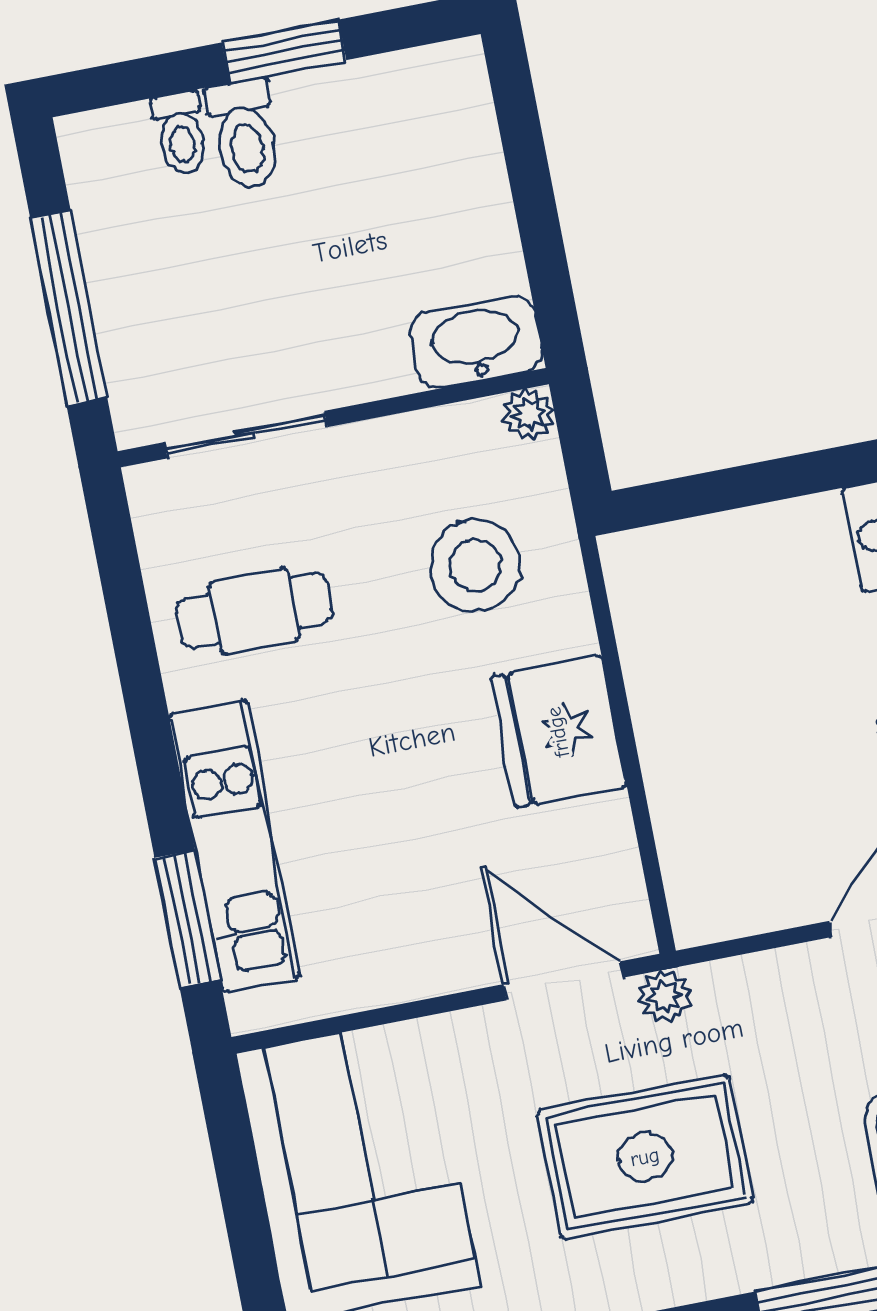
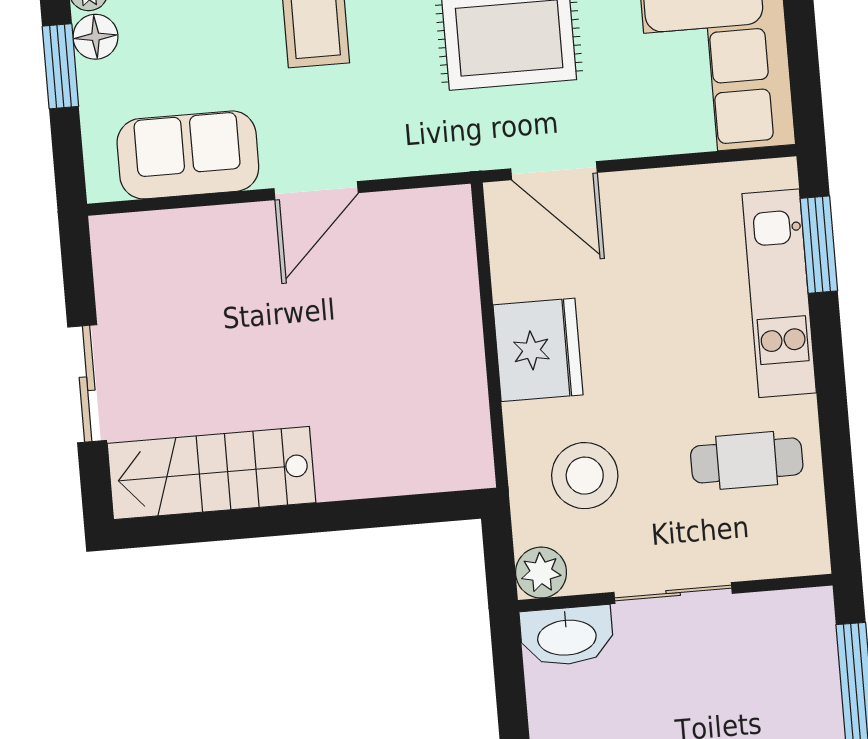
plant: (529, 414) -> (541, 573), width x1.38, depth x1.38
sliding door: (246, 435) -> (673, 593), moved
plant: (665, 996) -> (482, 152), removed

